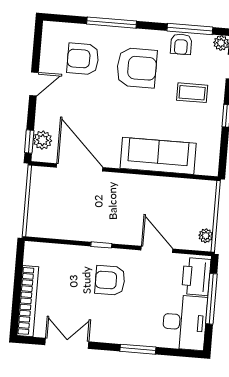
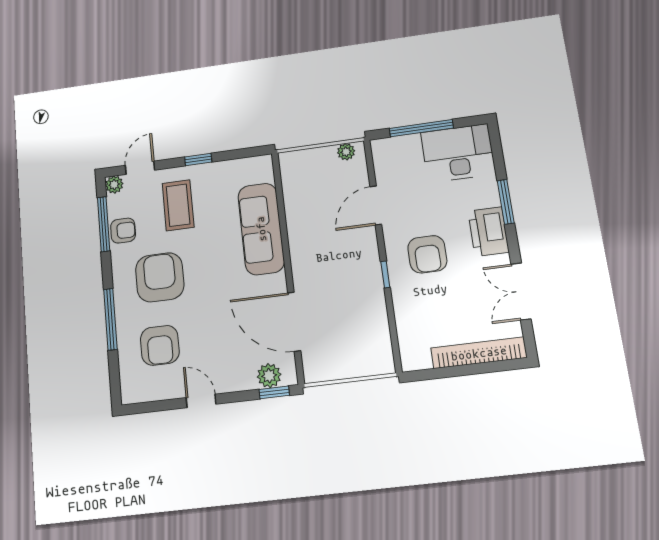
coffee table: (192, 93) -> (178, 205), width x1.36, depth x1.30
door: (80, 167) -> (294, 322), hinge flipped
printer: (196, 277) -> (489, 232), moved, turned 90

